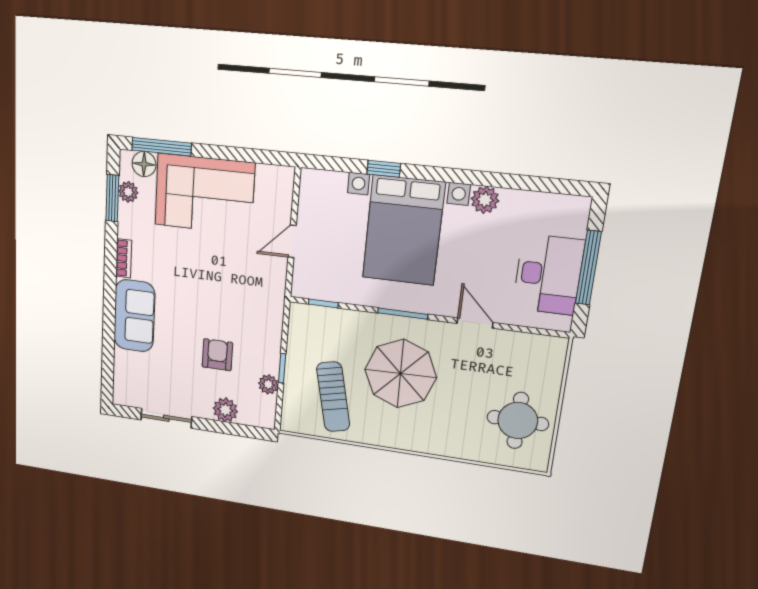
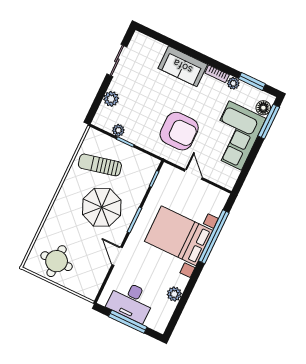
window: (384, 169) -> (214, 237), width x3.17
plant: (128, 192) -> (233, 83), moved
plant: (485, 200) -> (174, 294), moved
door: (475, 323) -> (117, 256), swing flipped
armchair: (217, 355) -> (179, 131), moved, width x1.88, depth x1.88

